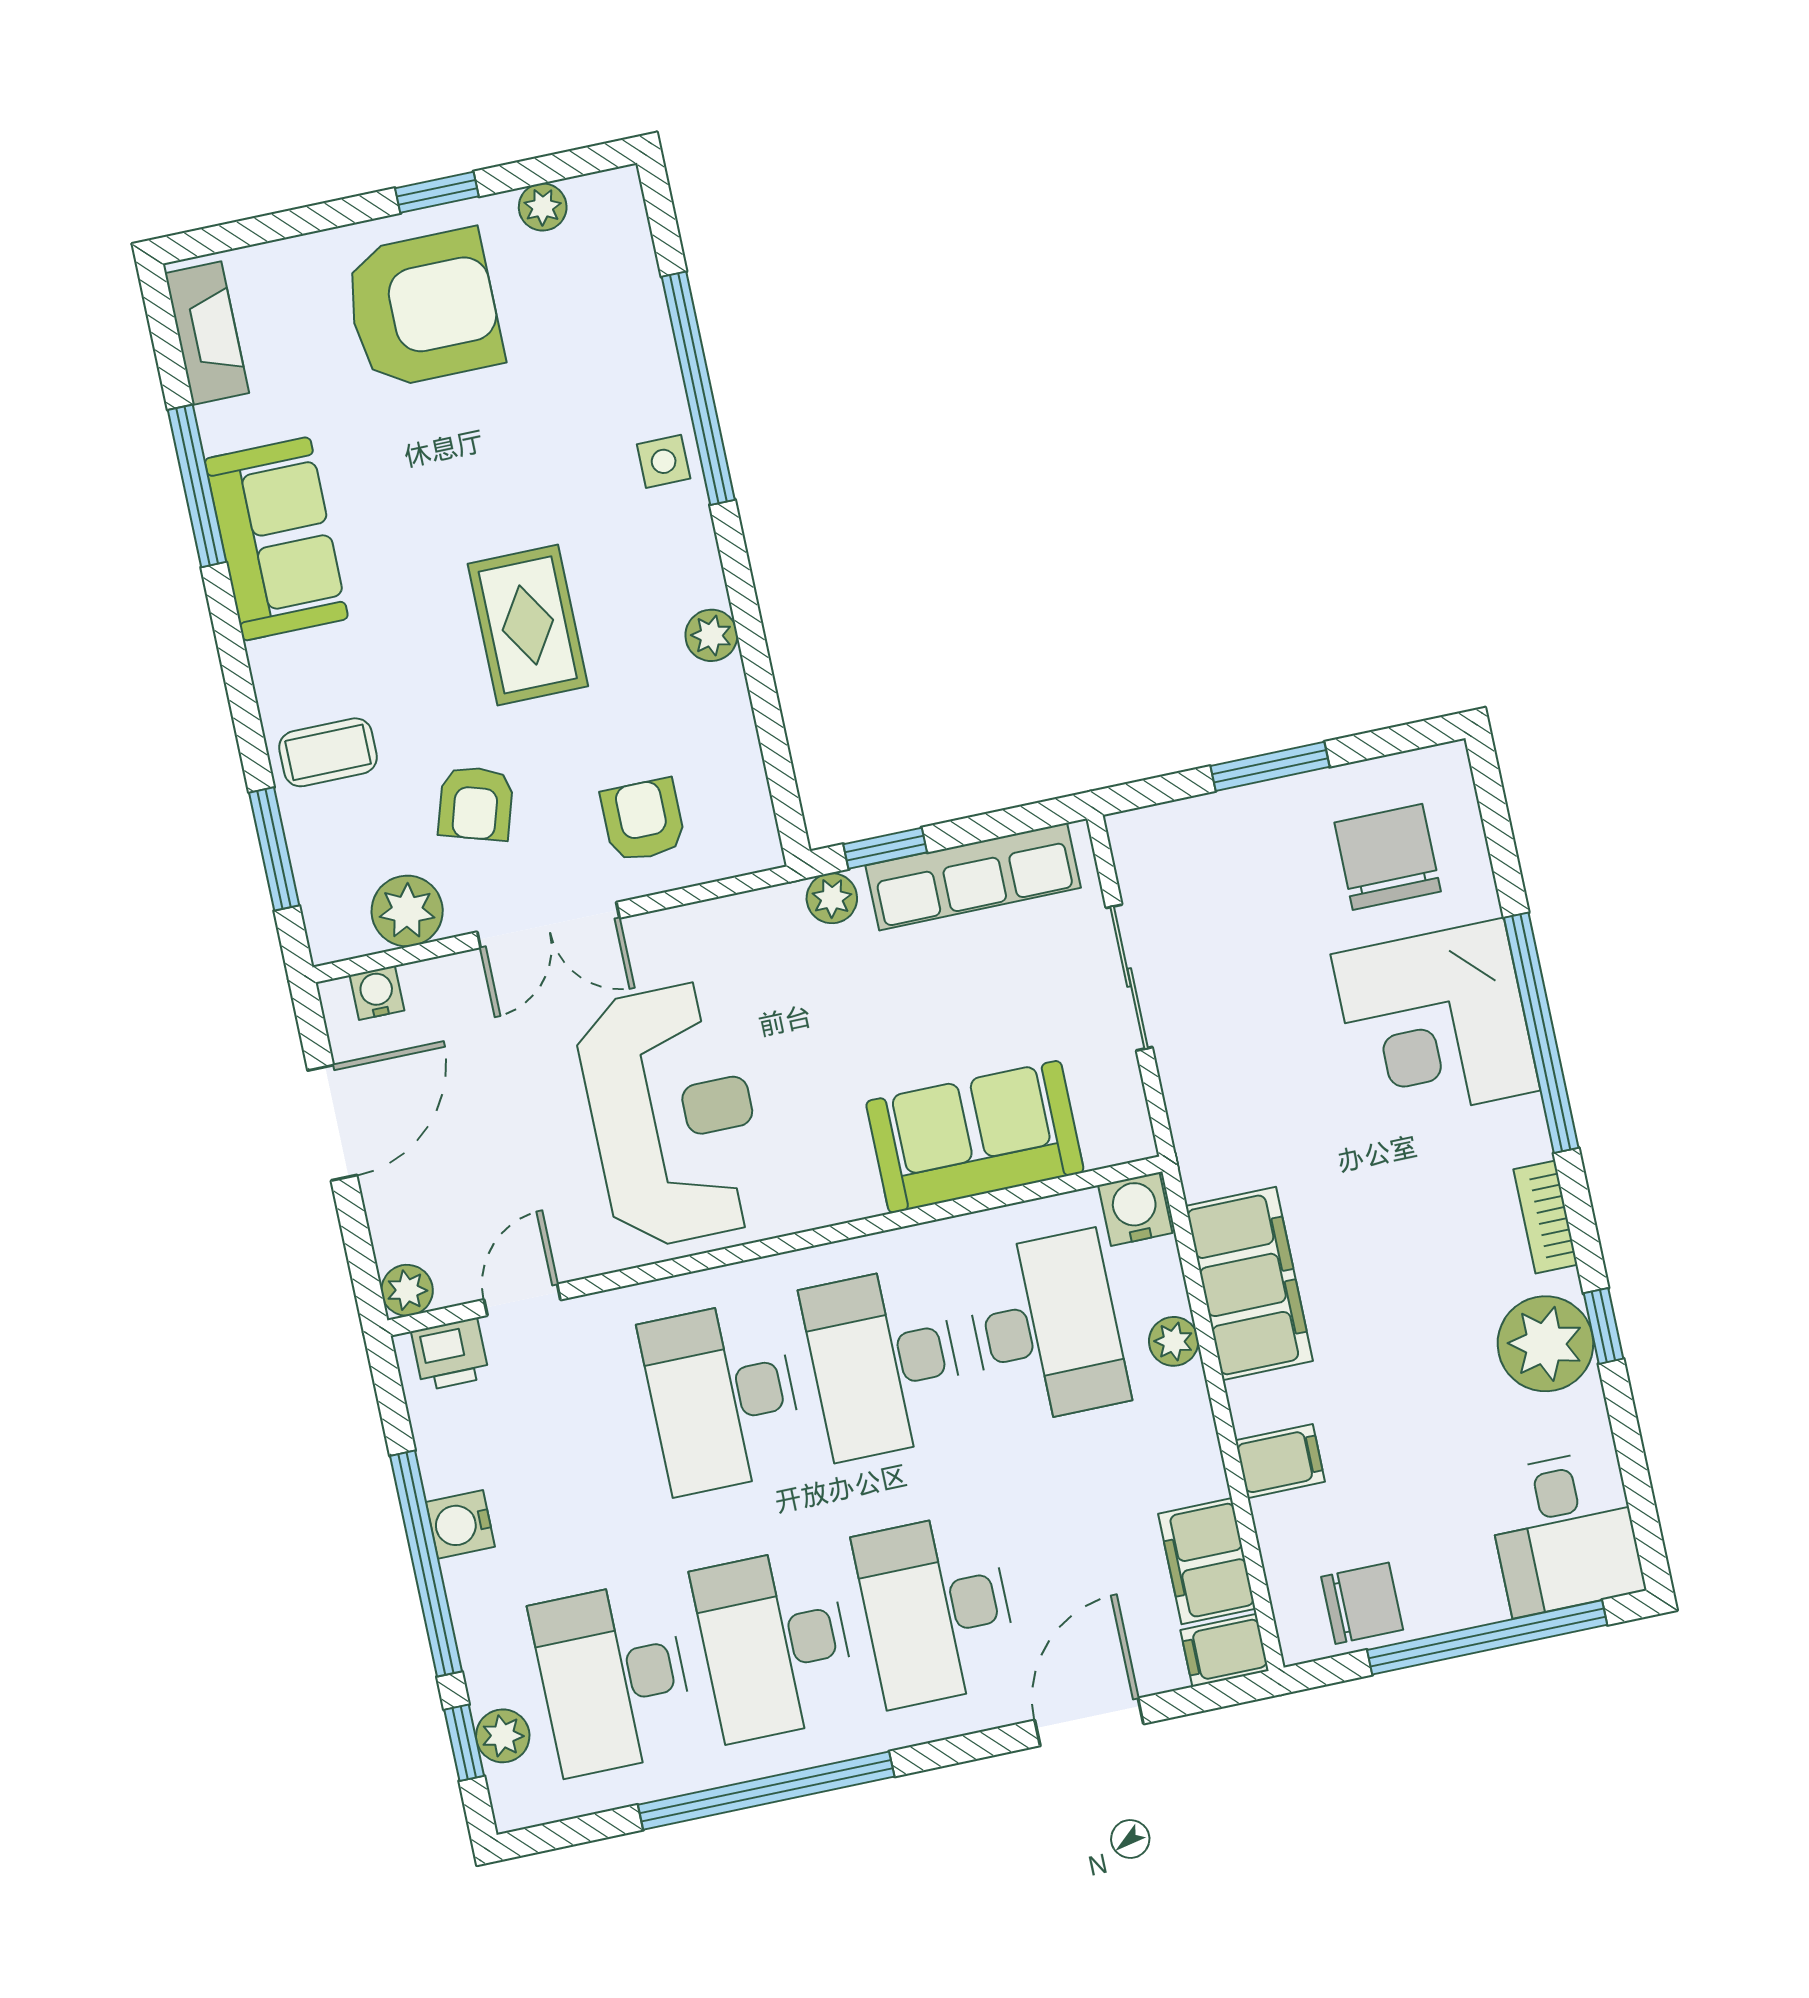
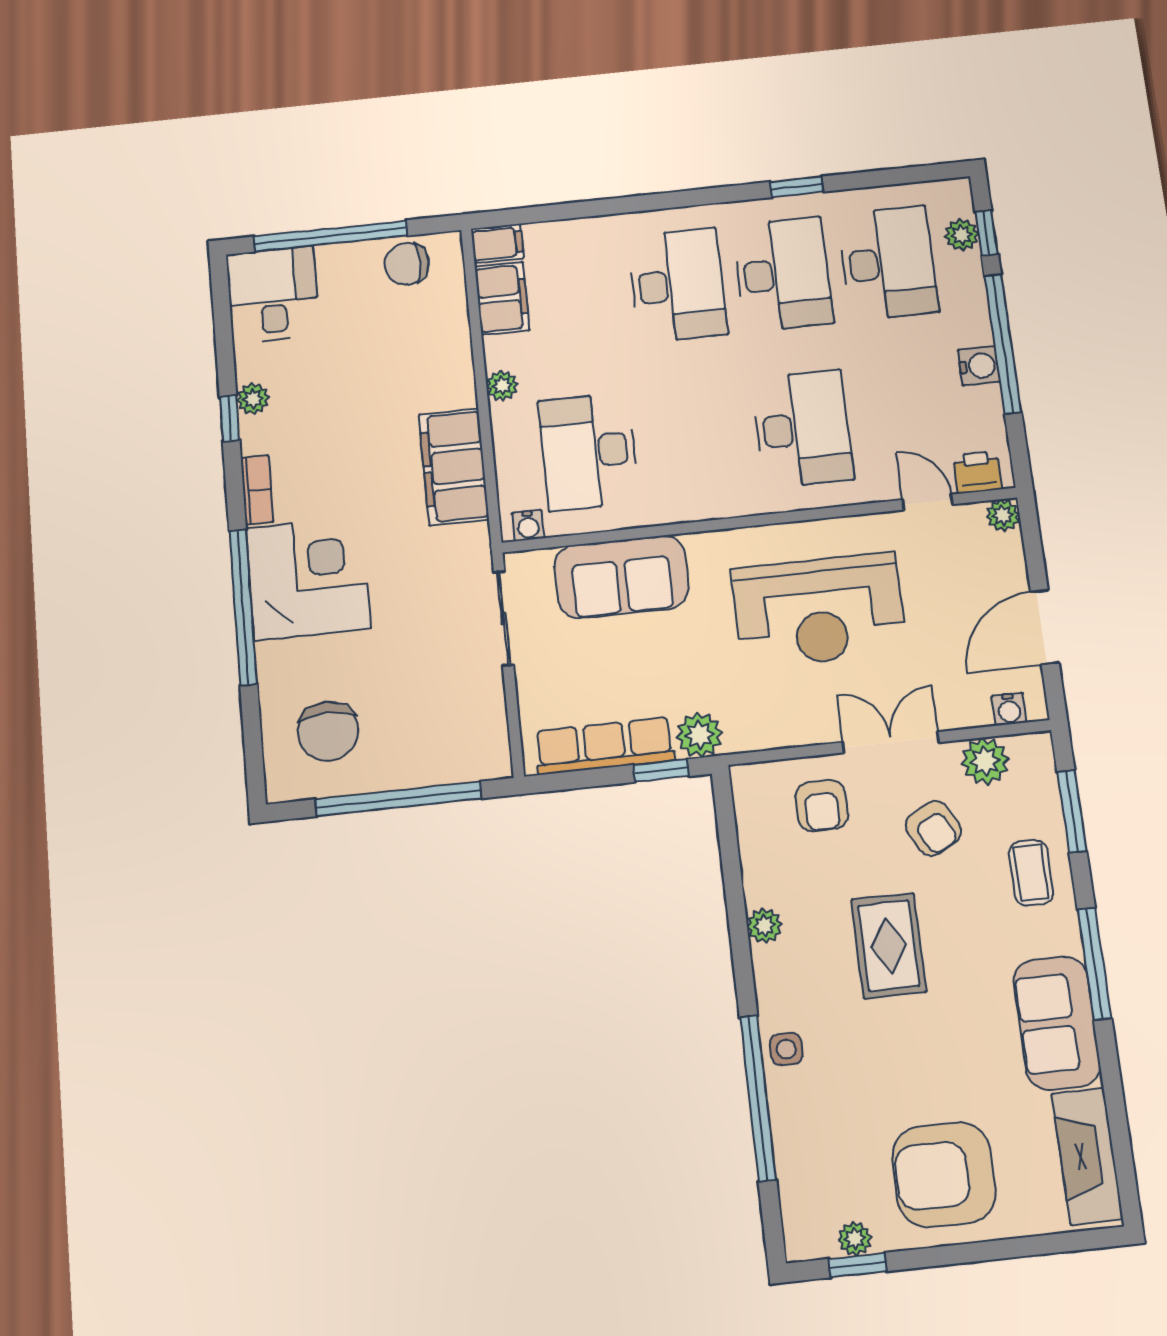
window: (437, 192) -> (858, 1265), moved
fireplace: (207, 333) -> (1087, 1156), width x1.37, depth x1.32
window: (197, 486) -> (1094, 964), moved
coffee table: (328, 752) -> (1031, 873), turned 90
window: (1270, 766) -> (398, 799), width x2.11
armchair: (476, 803) -> (933, 828), turned 135
plant: (832, 898) -> (699, 735), width x1.38, depth x1.38
sliding door: (1129, 977) -> (504, 618), moved
corner desk: (1435, 1022) -> (308, 578), moved
reception desk: (673, 1115) -> (819, 610), turned -90
water cooler: (1135, 1209) -> (528, 525), width x0.72, depth x0.72
door: (522, 1300) -> (928, 502), swing flipped
plant: (1174, 1341) -> (502, 386), moved
plant: (1545, 1344) -> (253, 399), width x0.53, depth x0.53
desk: (884, 1362) -> (696, 440), removed
filing cabinet: (1280, 1461) -> (448, 355), removed
door: (1089, 1722) -> (588, 209), removed
window: (766, 1791) -> (797, 187), width x0.32

